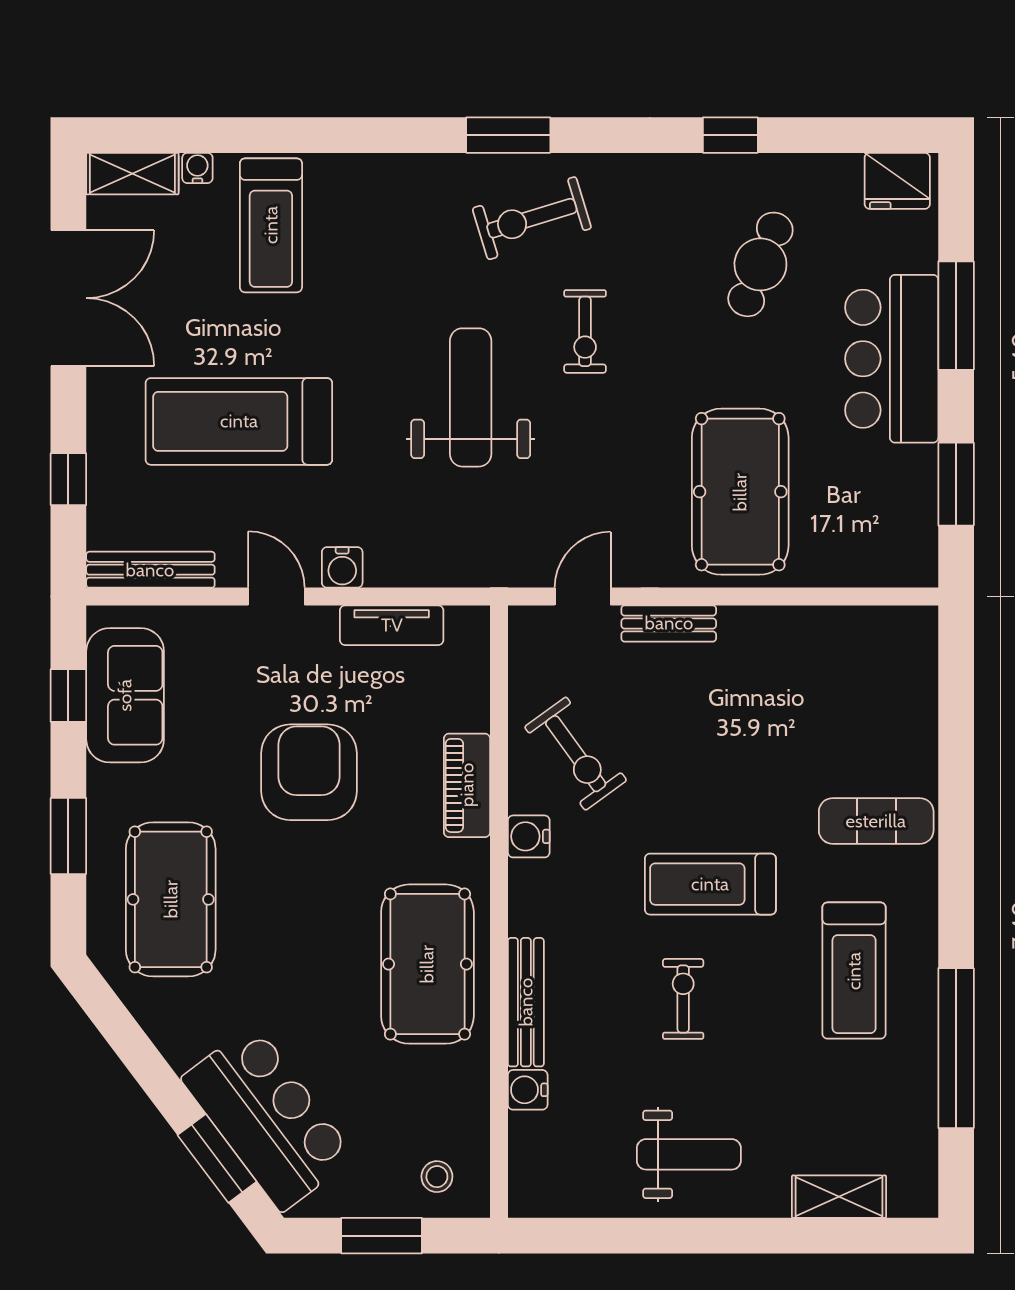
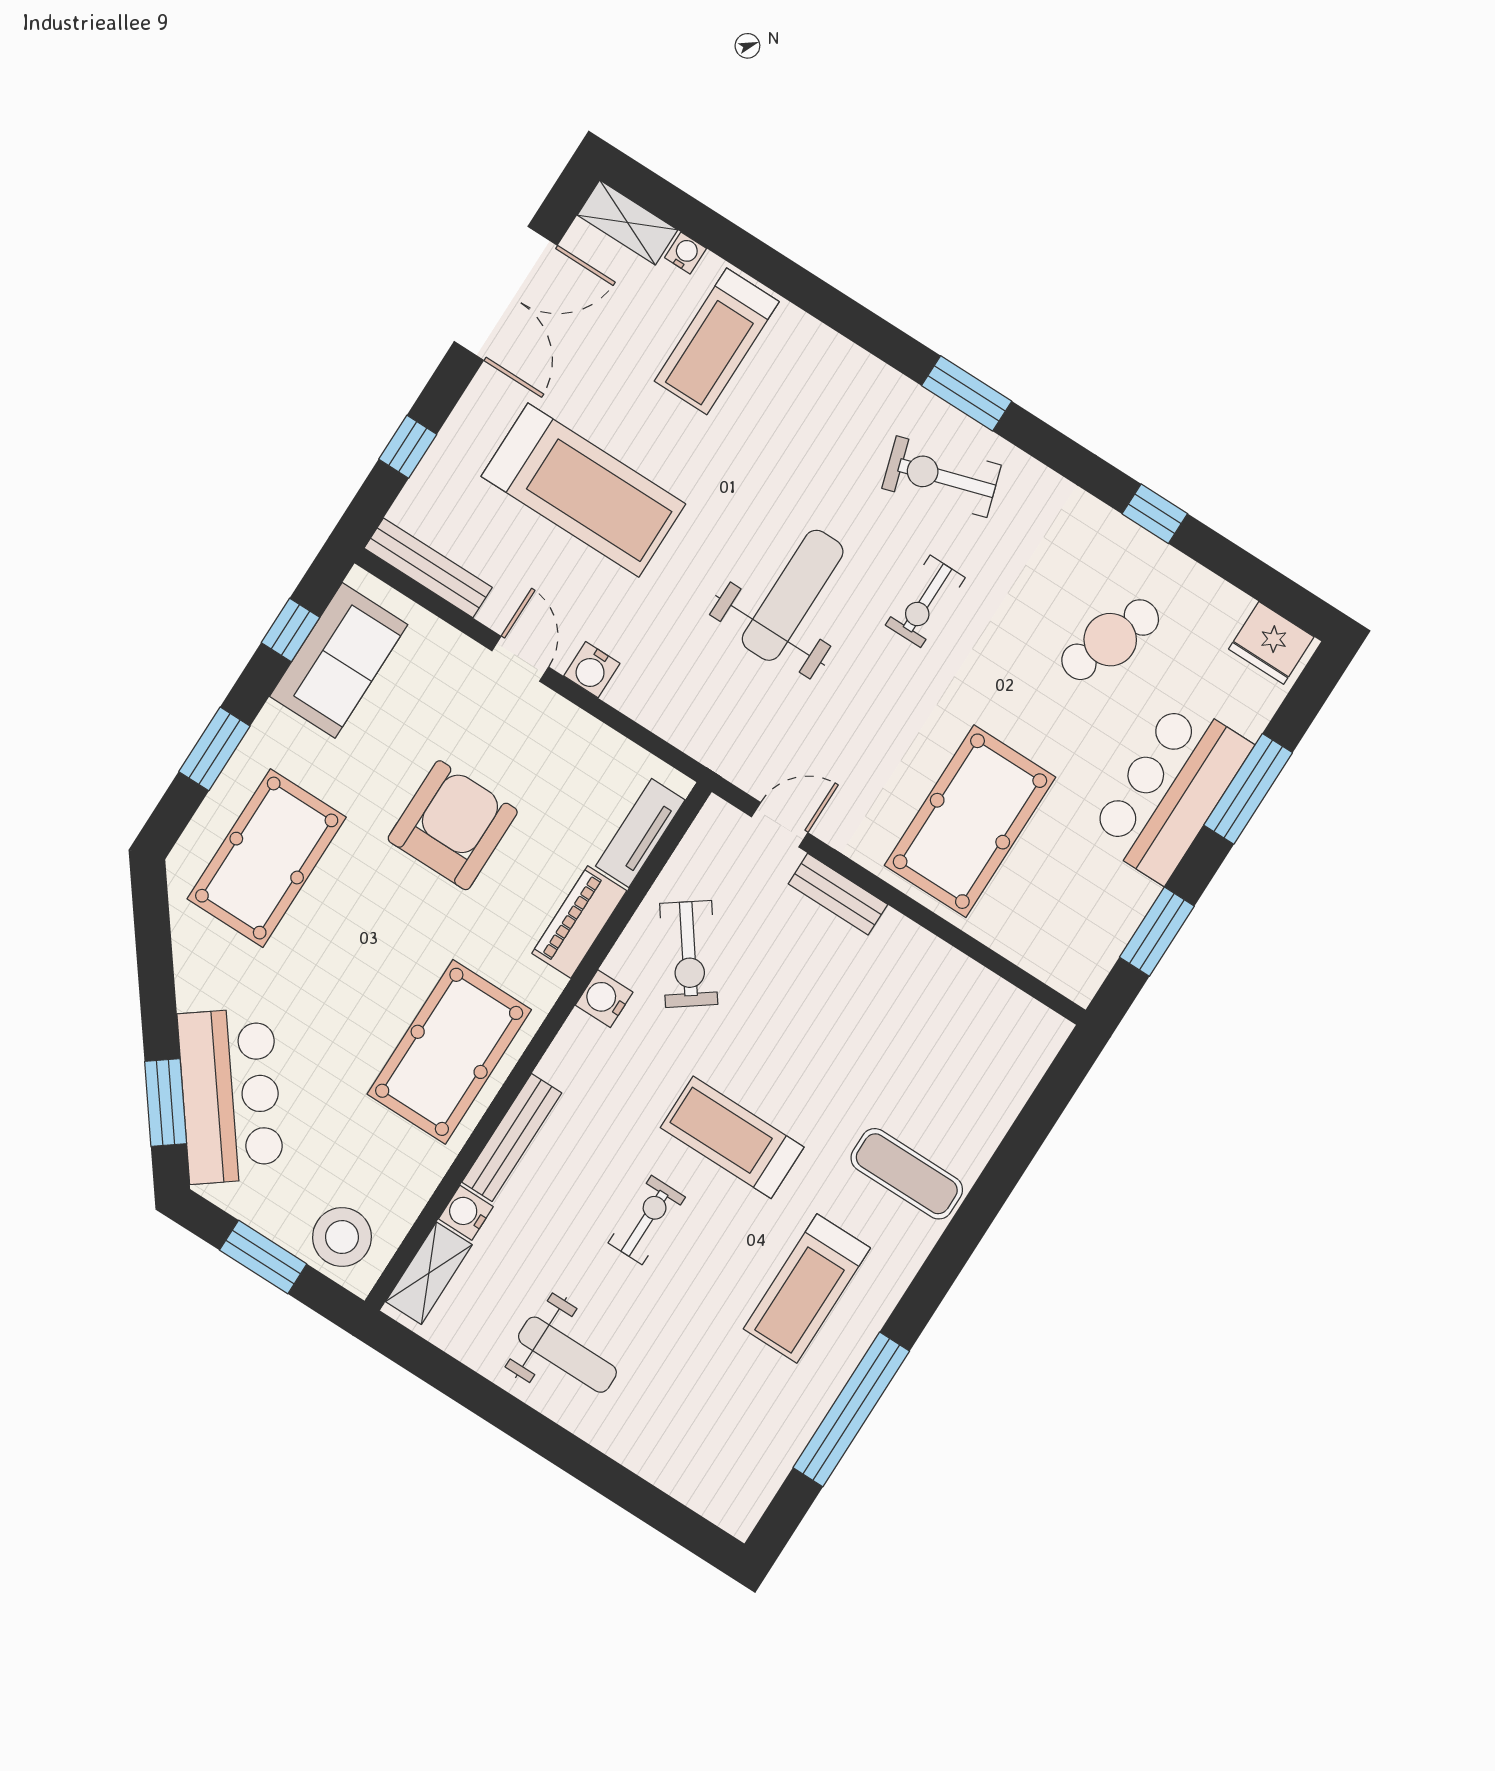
treadmill: (239, 421) -> (583, 490), turned 180
tv unit: (392, 625) -> (640, 833), moved, turned 90
stool: (437, 1177) -> (342, 1237), width x1.89, depth x1.89
shelving: (839, 1197) -> (429, 1273), moved, turned 90

